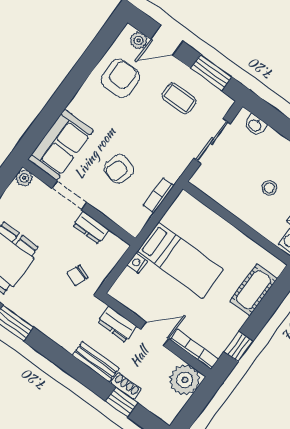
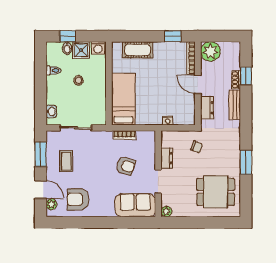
bed: (180, 260) -> (123, 99), moved

